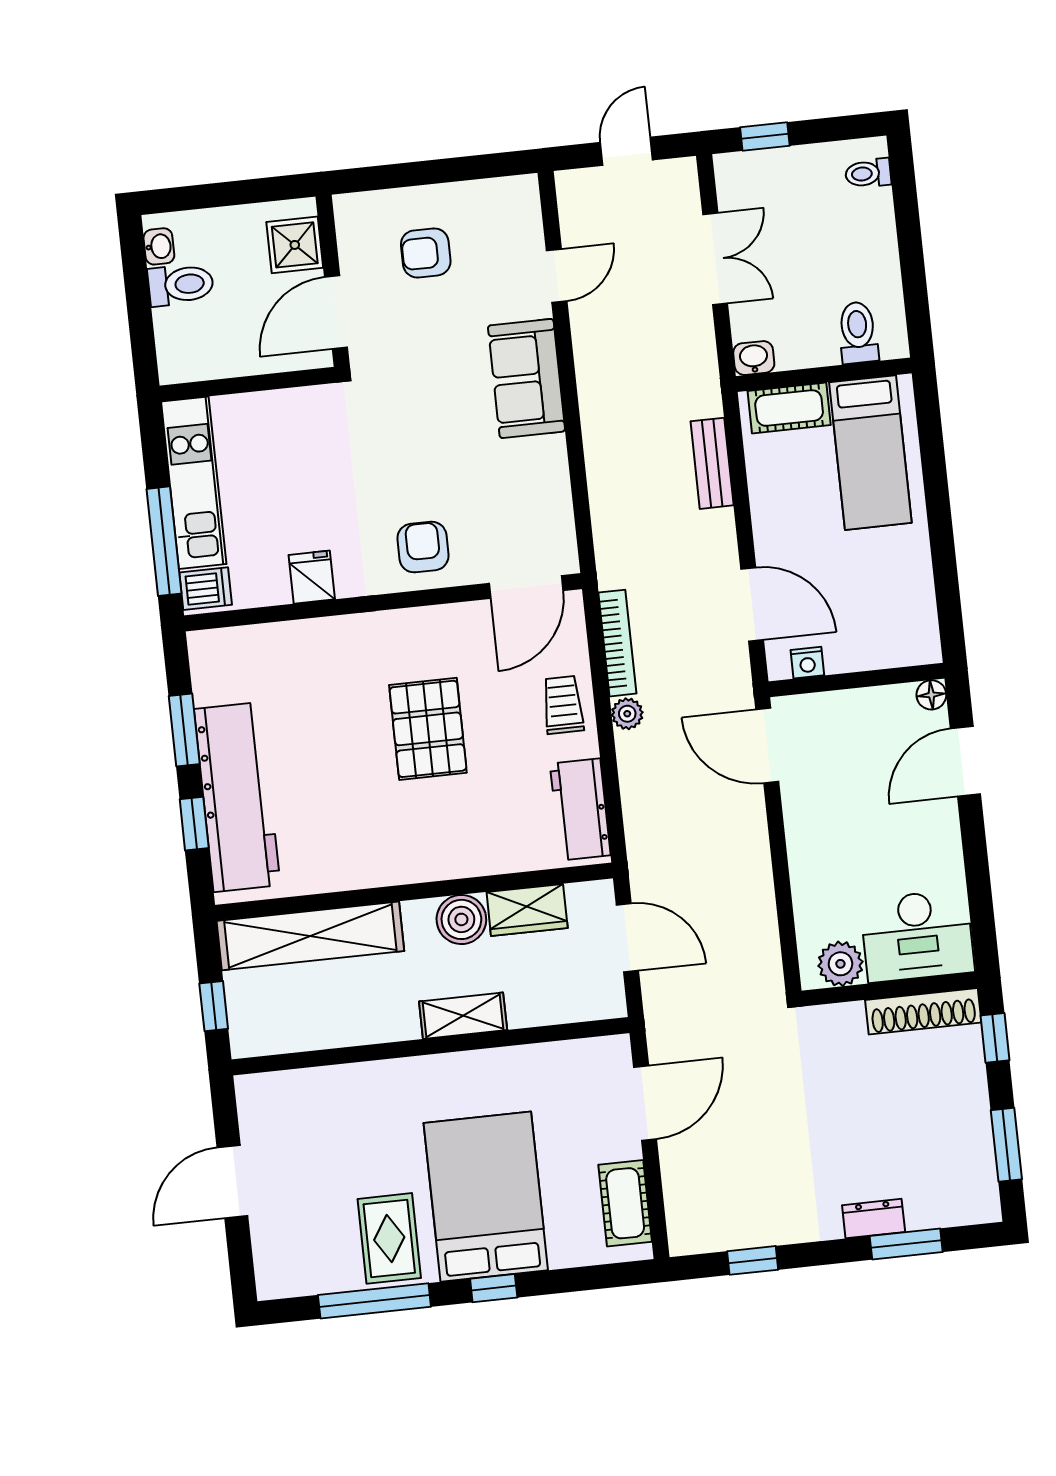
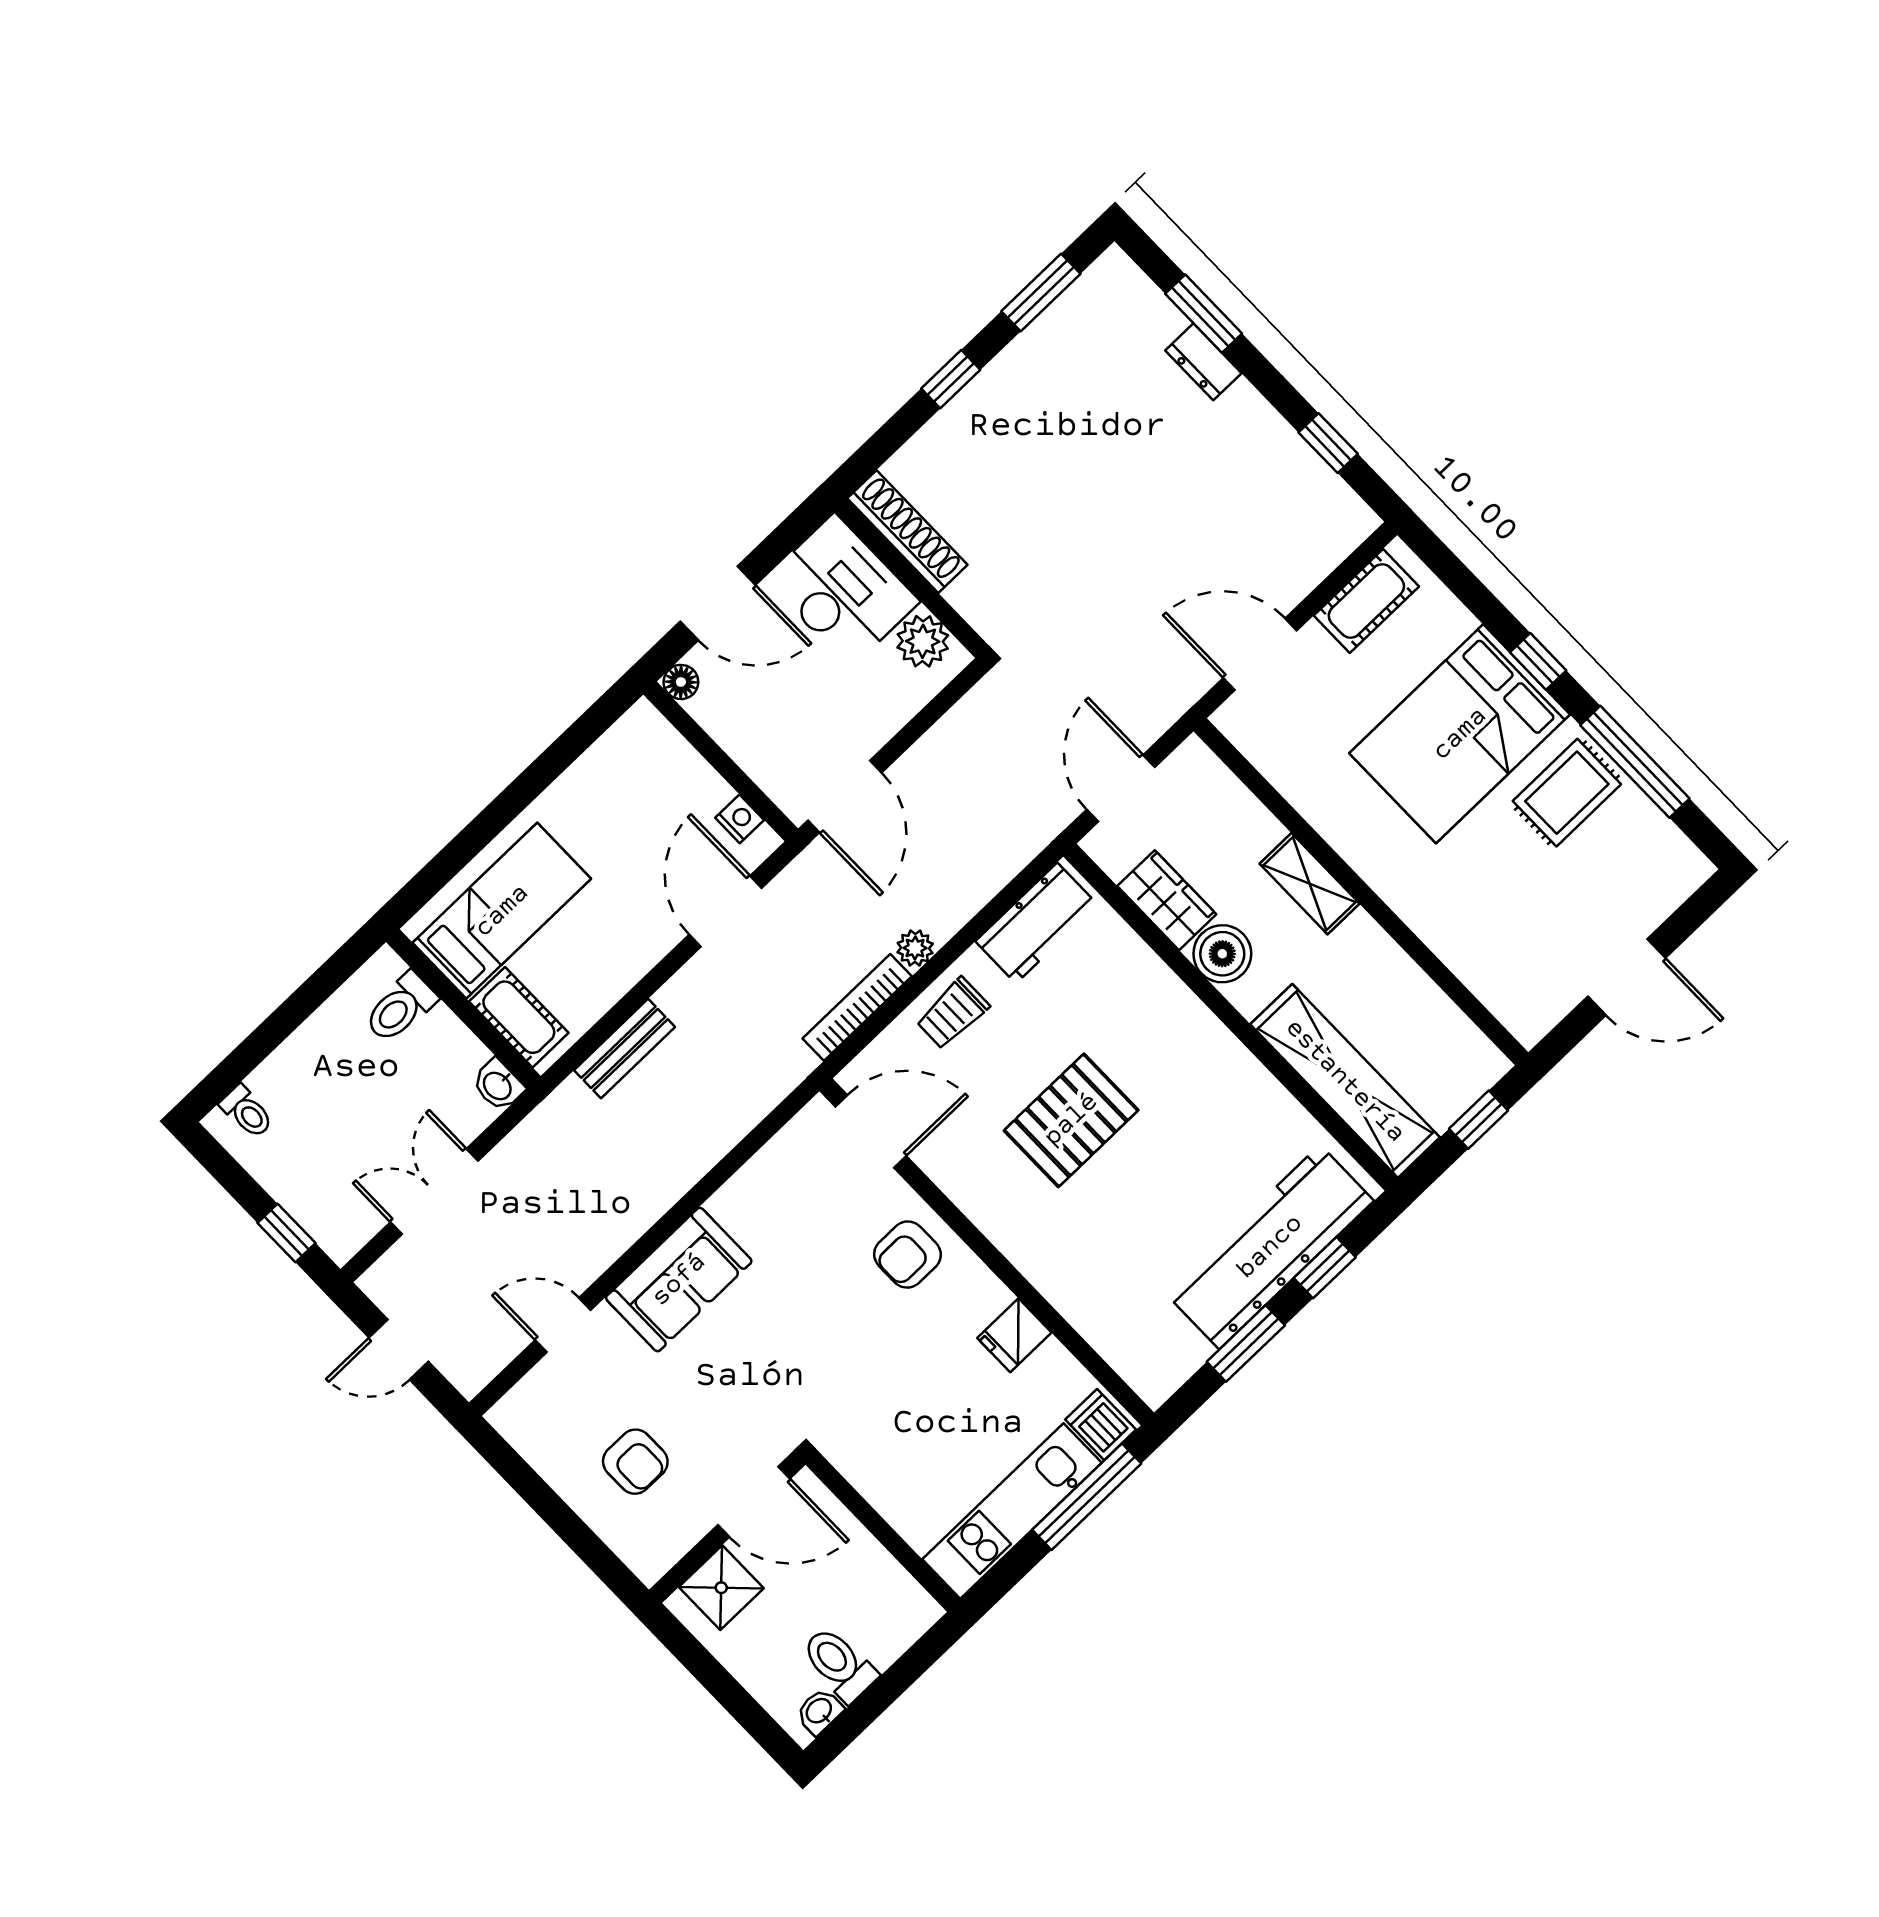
desk: (917, 936) -> (842, 591), moved
plant: (840, 964) -> (923, 641), moved
wall: (889, 989) -> (911, 578), moved
shoe rack: (923, 1011) -> (907, 532), moved

